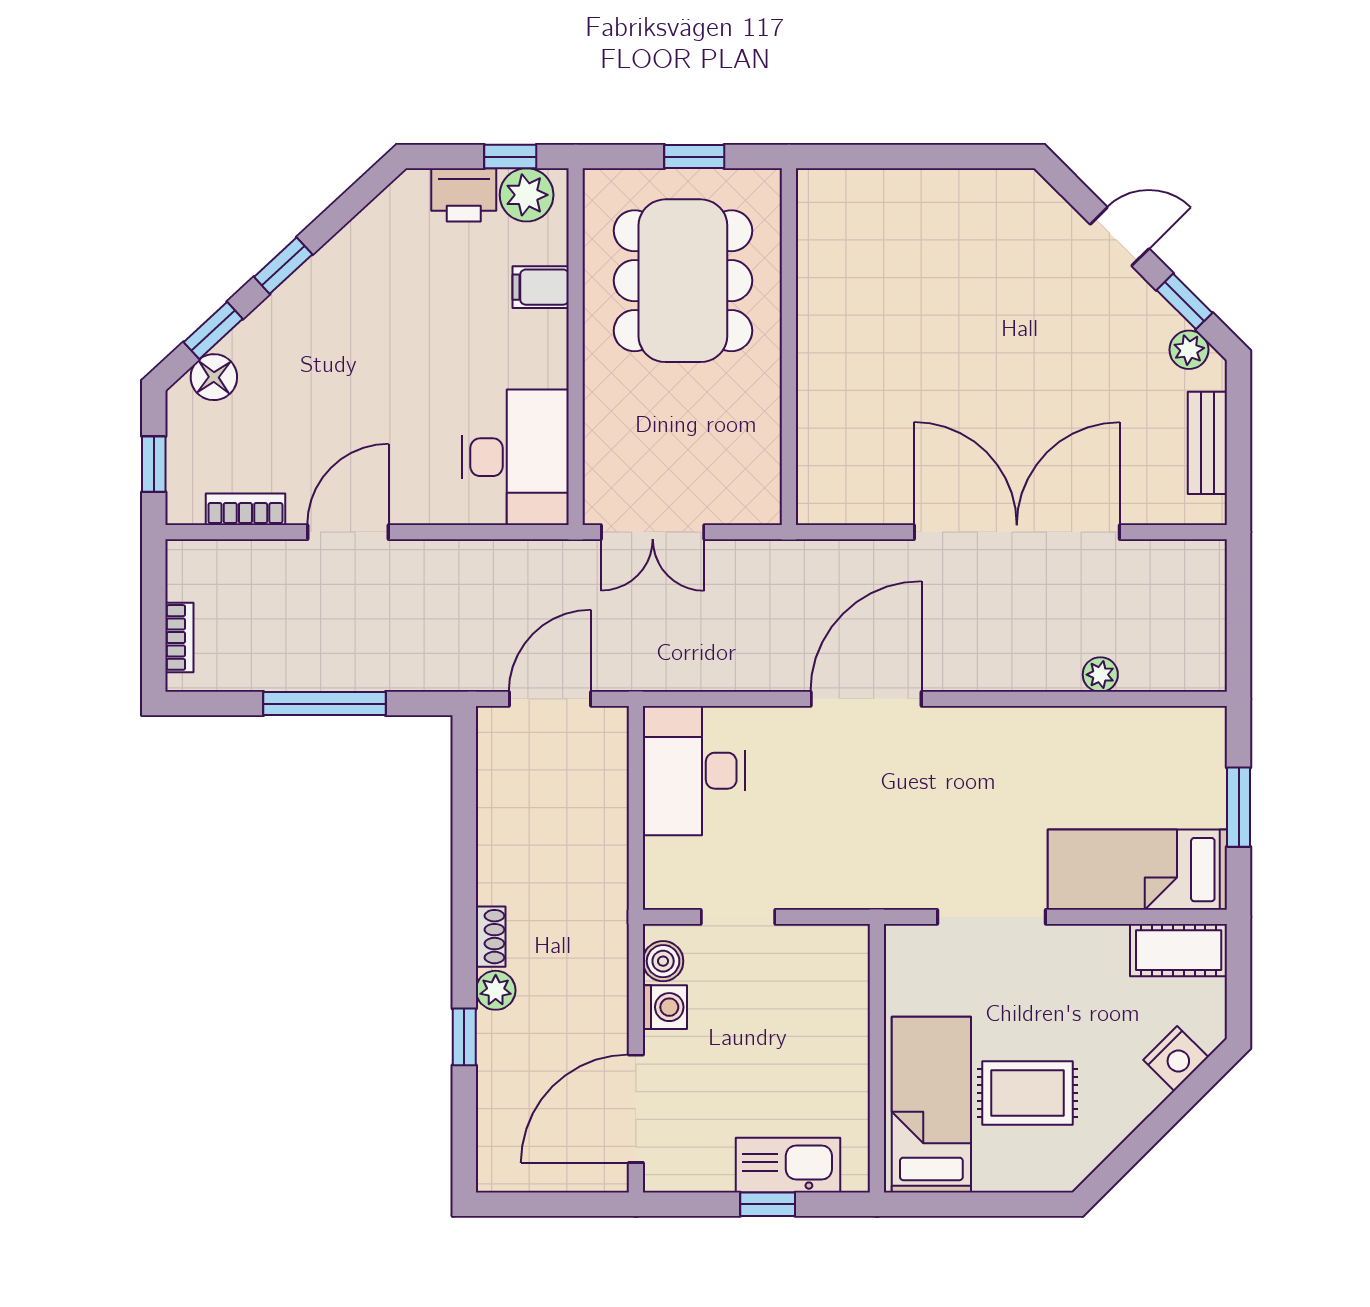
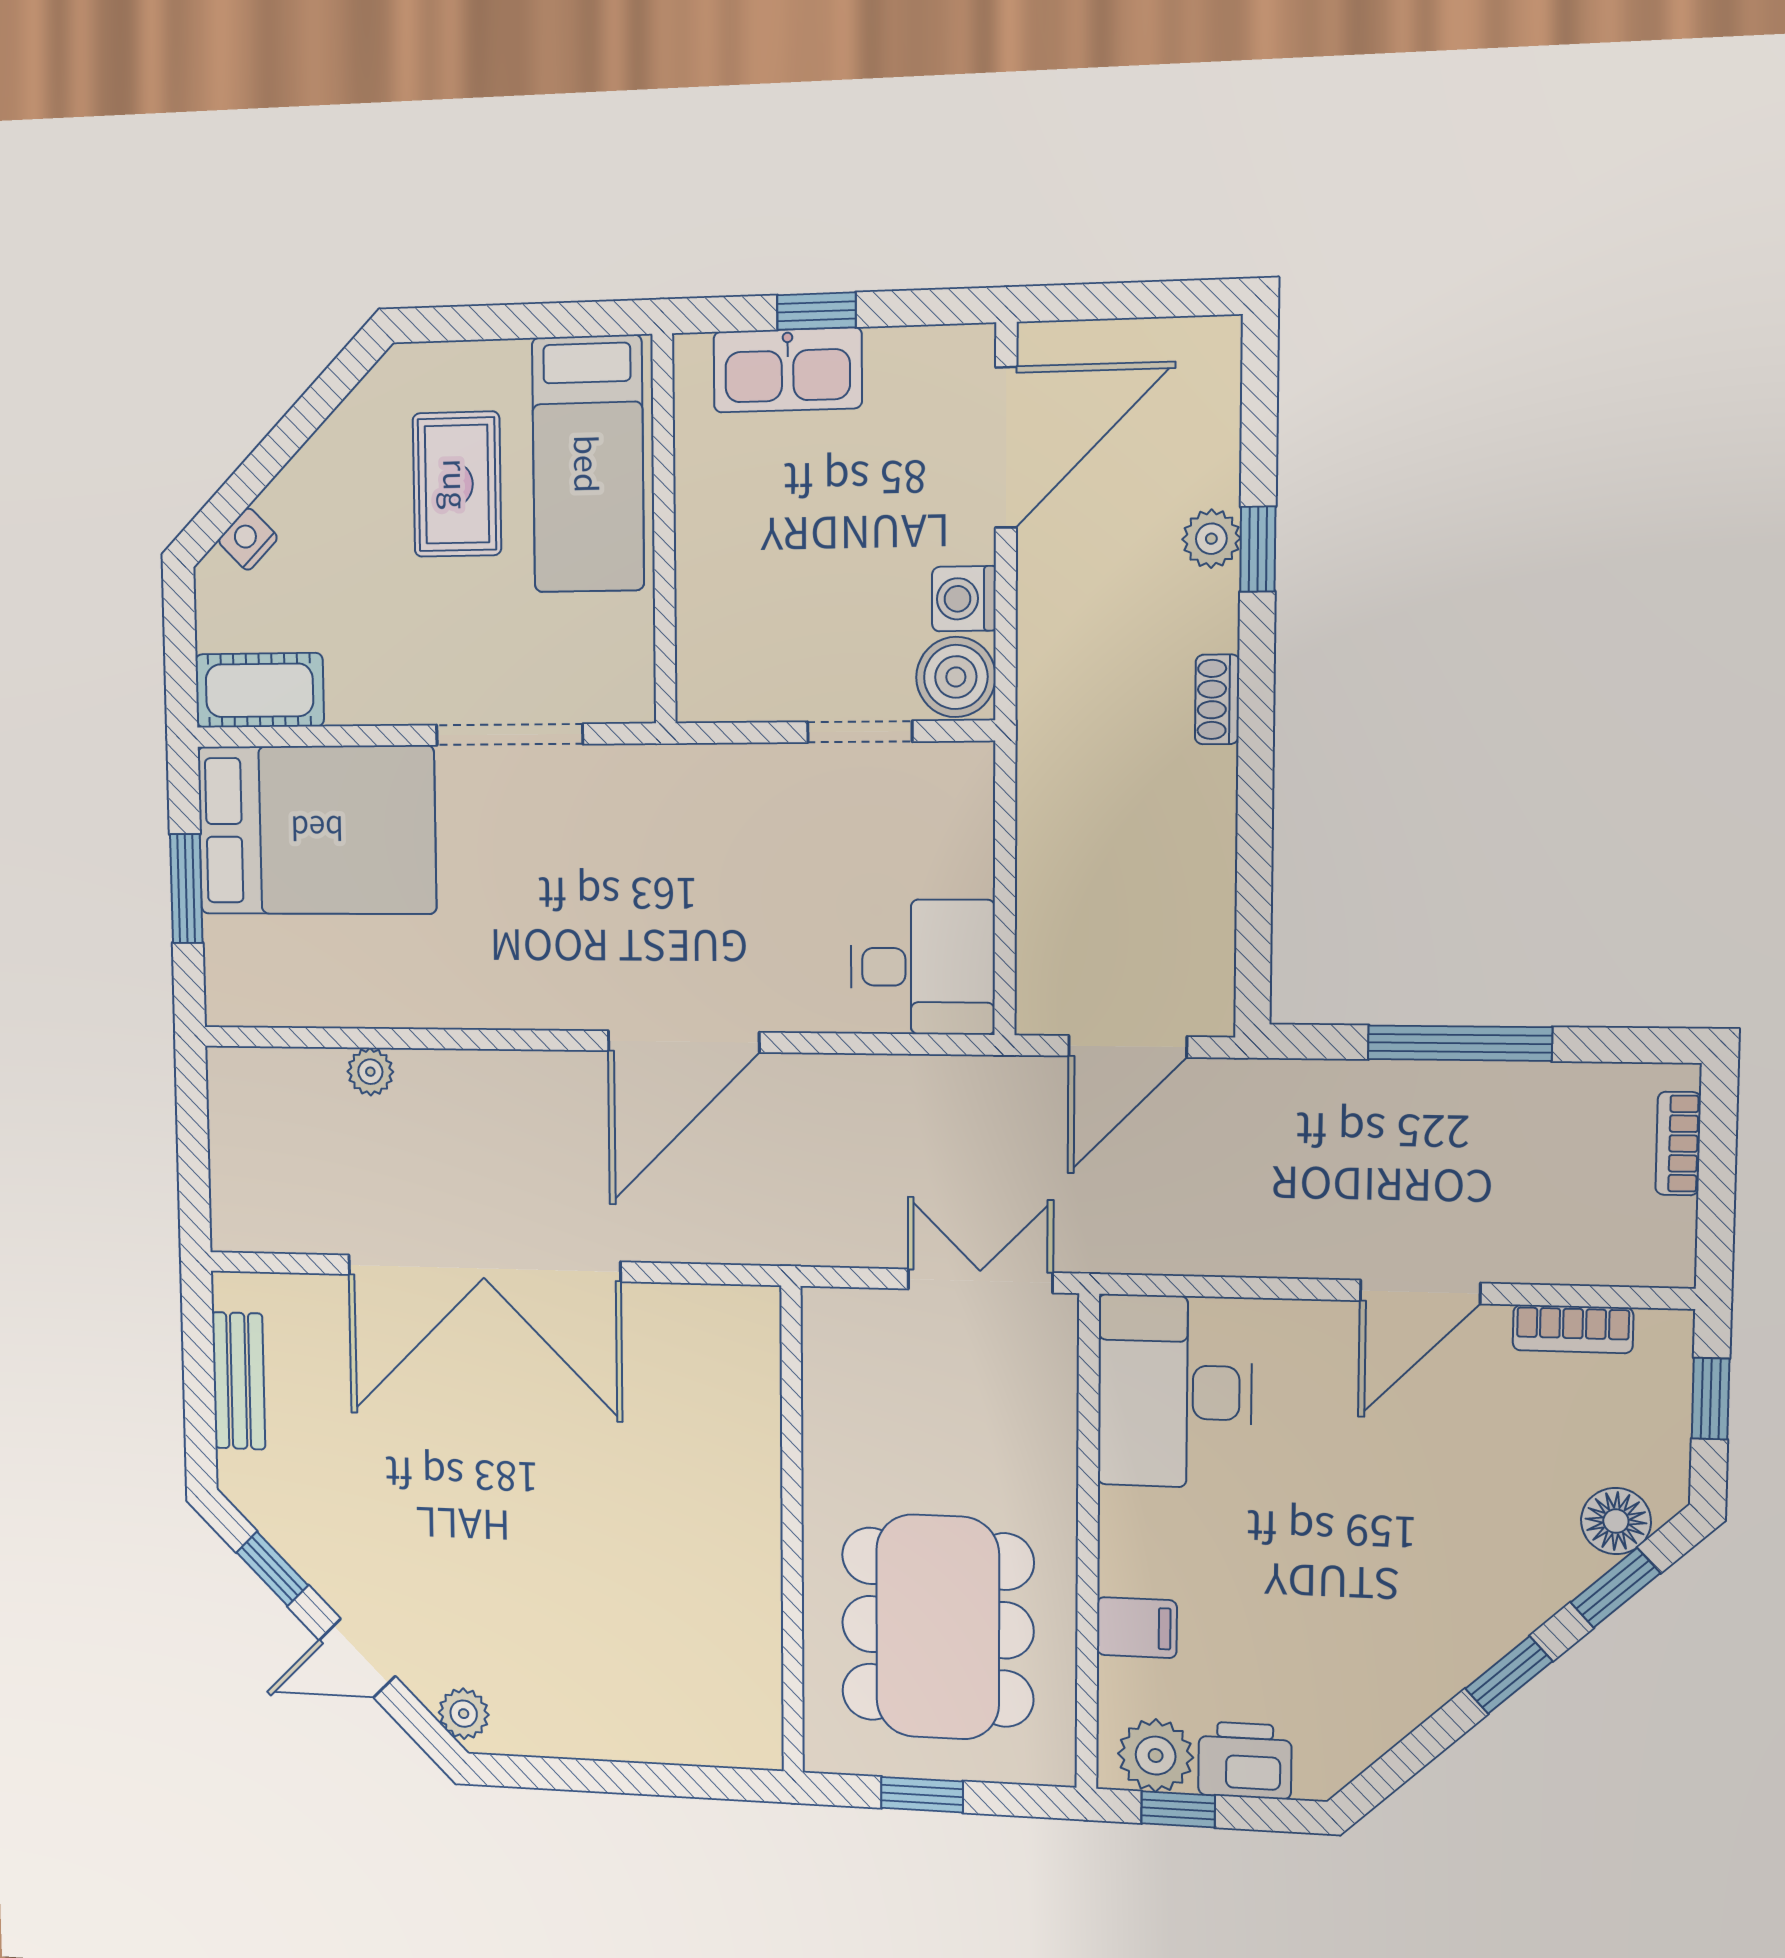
plant: (1189, 350) -> (464, 1714), moved
desk: (694, 771) -> (923, 967), width x0.73
bed: (1137, 870) -> (317, 830), width x1.50
boiler: (663, 961) -> (956, 677), width x1.36, depth x1.36
plant: (496, 990) -> (1211, 539), moved
nightstand: (1176, 1058) -> (248, 539), width x0.72, depth x0.74
rug: (1027, 1093) -> (457, 484), turned 90

